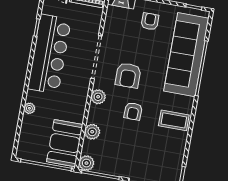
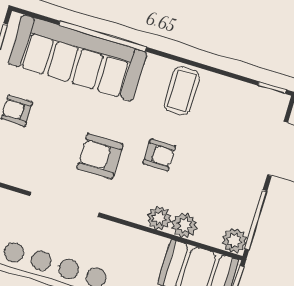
armchair: (128, 75) -> (100, 156), turned 180
plant: (98, 97) -> (159, 218), moved

